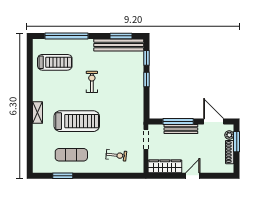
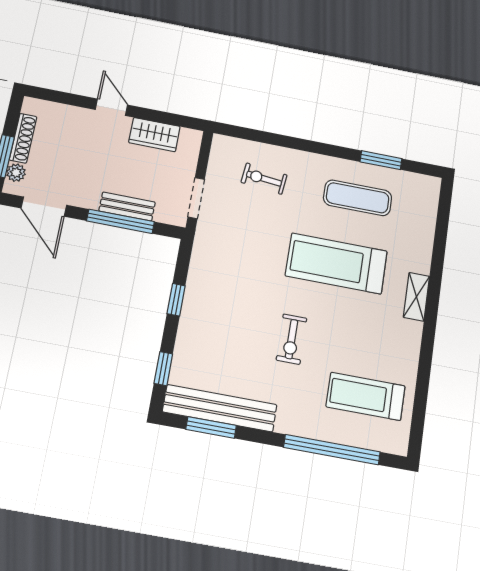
window: (146, 79) -> (176, 300), moved
bench: (181, 129) -> (127, 207), width x0.73
wardrobe: (165, 166) -> (154, 135), width x0.67
door: (193, 176) -> (111, 107), swing flipped

